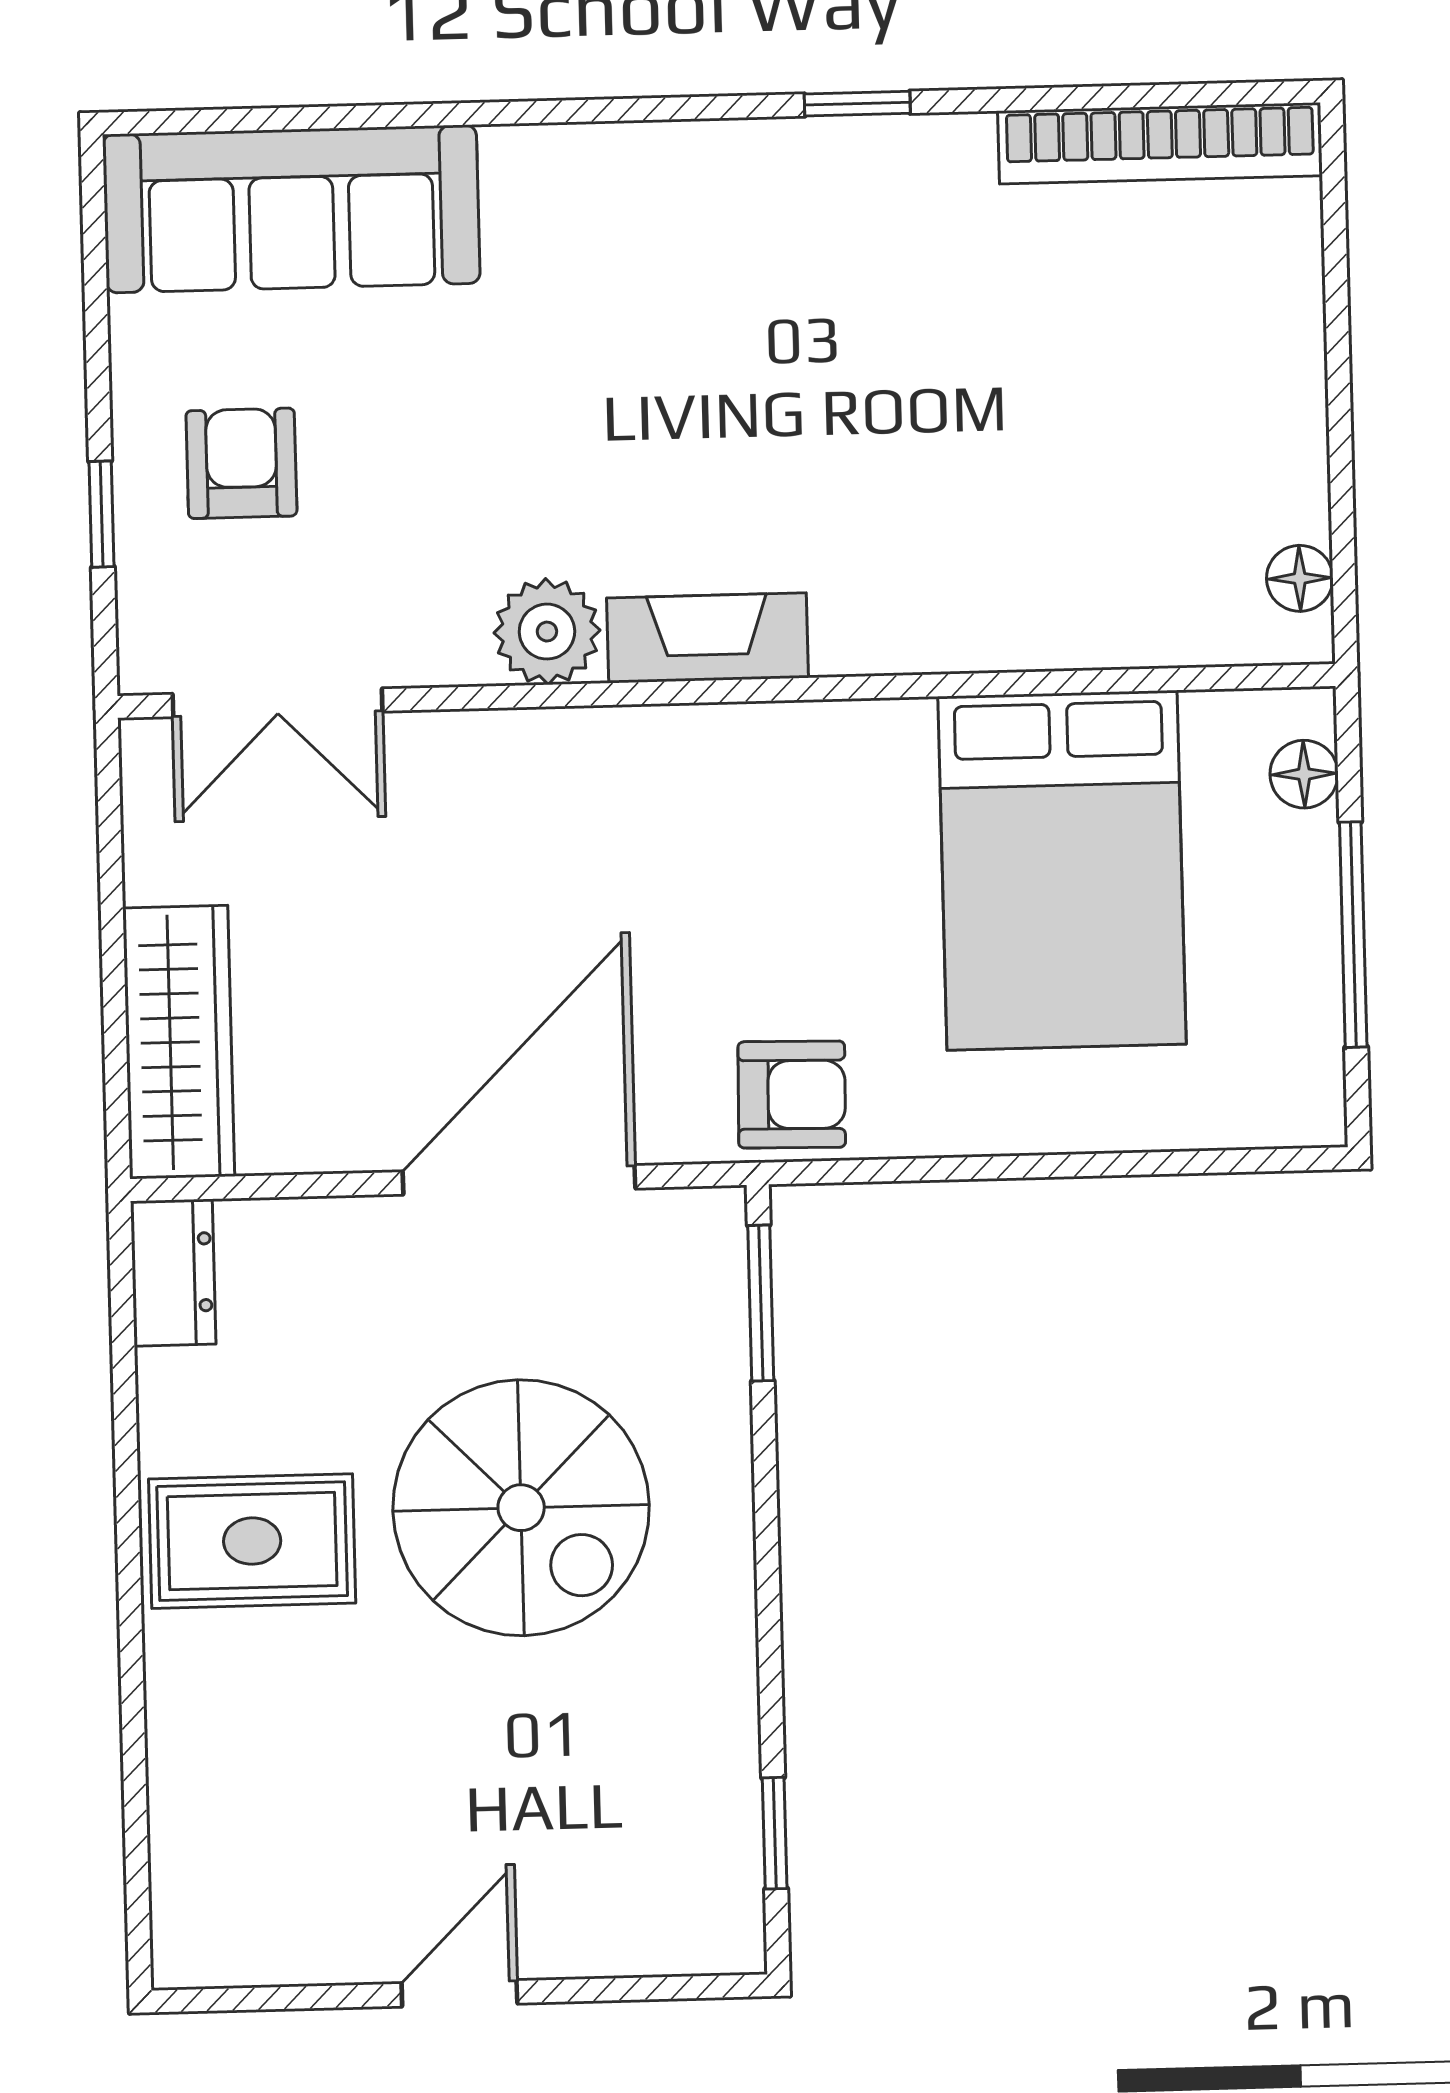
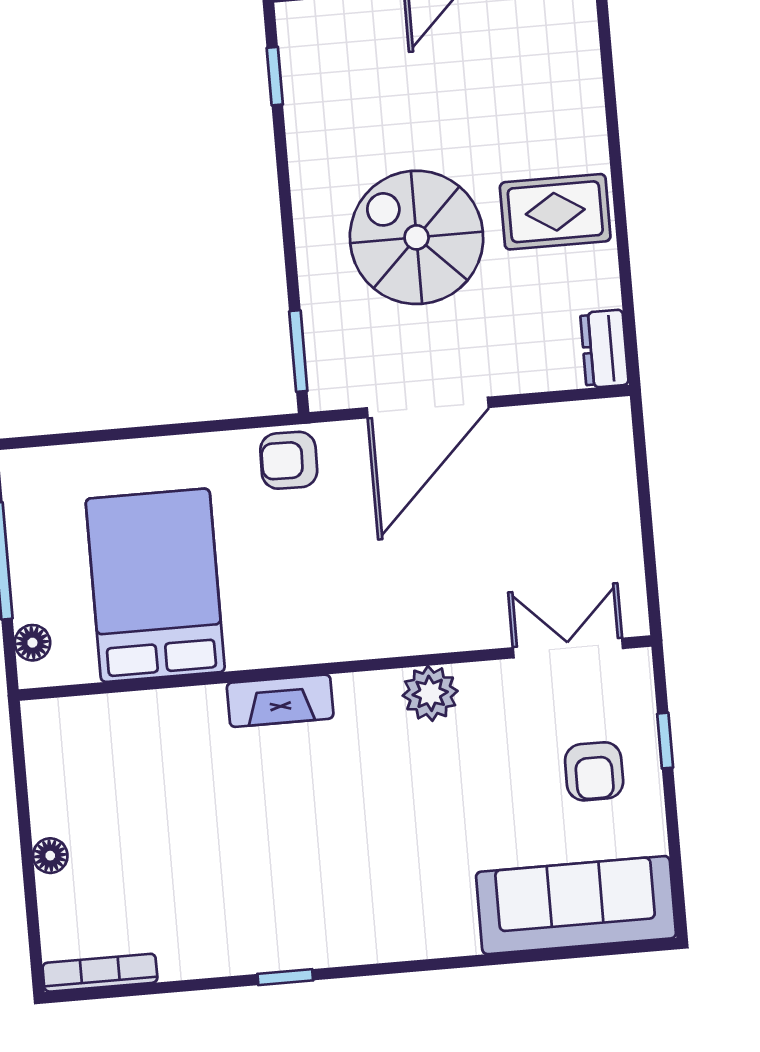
bookcase: (1160, 143) -> (100, 973), width x0.68, depth x0.76
floor lamp: (1300, 578) -> (50, 856), moved
fireplace: (707, 638) -> (280, 701), moved
wardrobe: (179, 1042) -> (609, 469), removed

